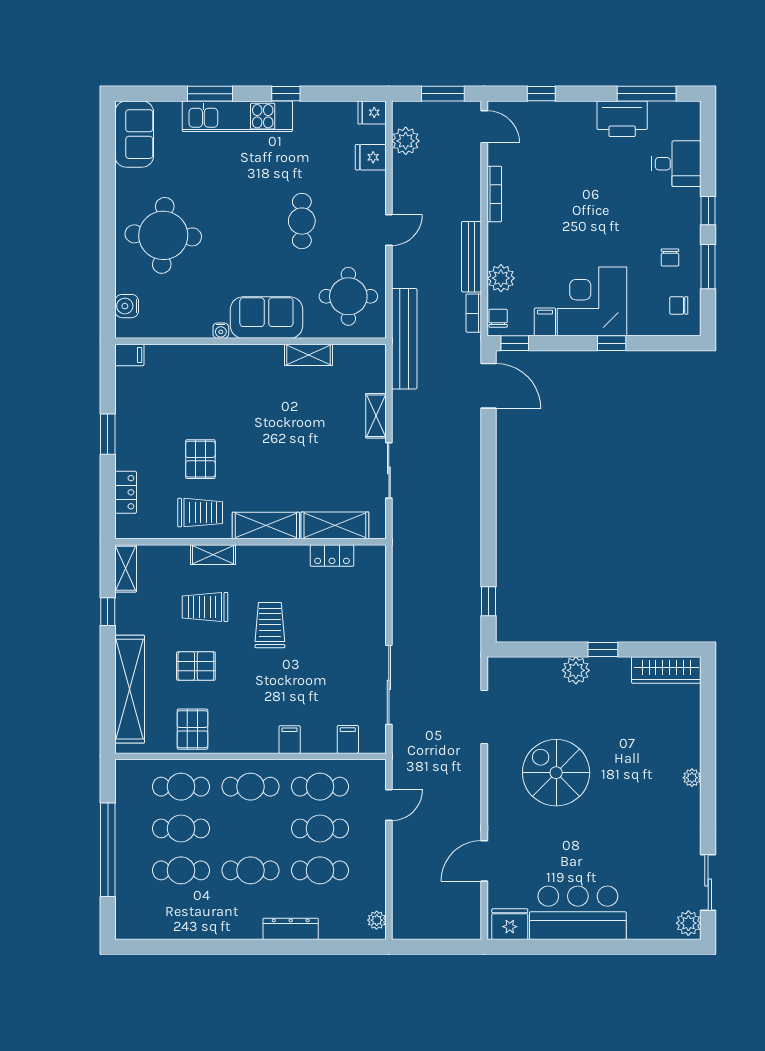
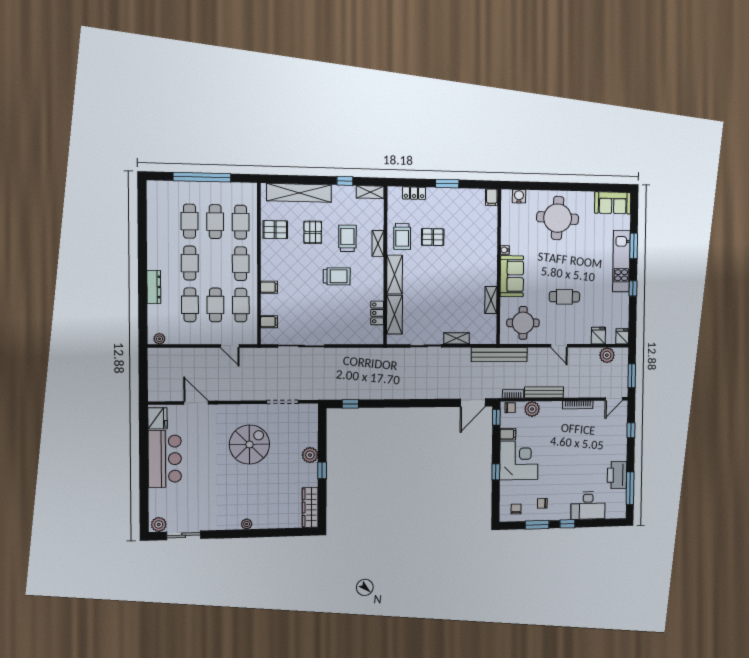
desk: (676, 164) -> (588, 506), width x1.37

